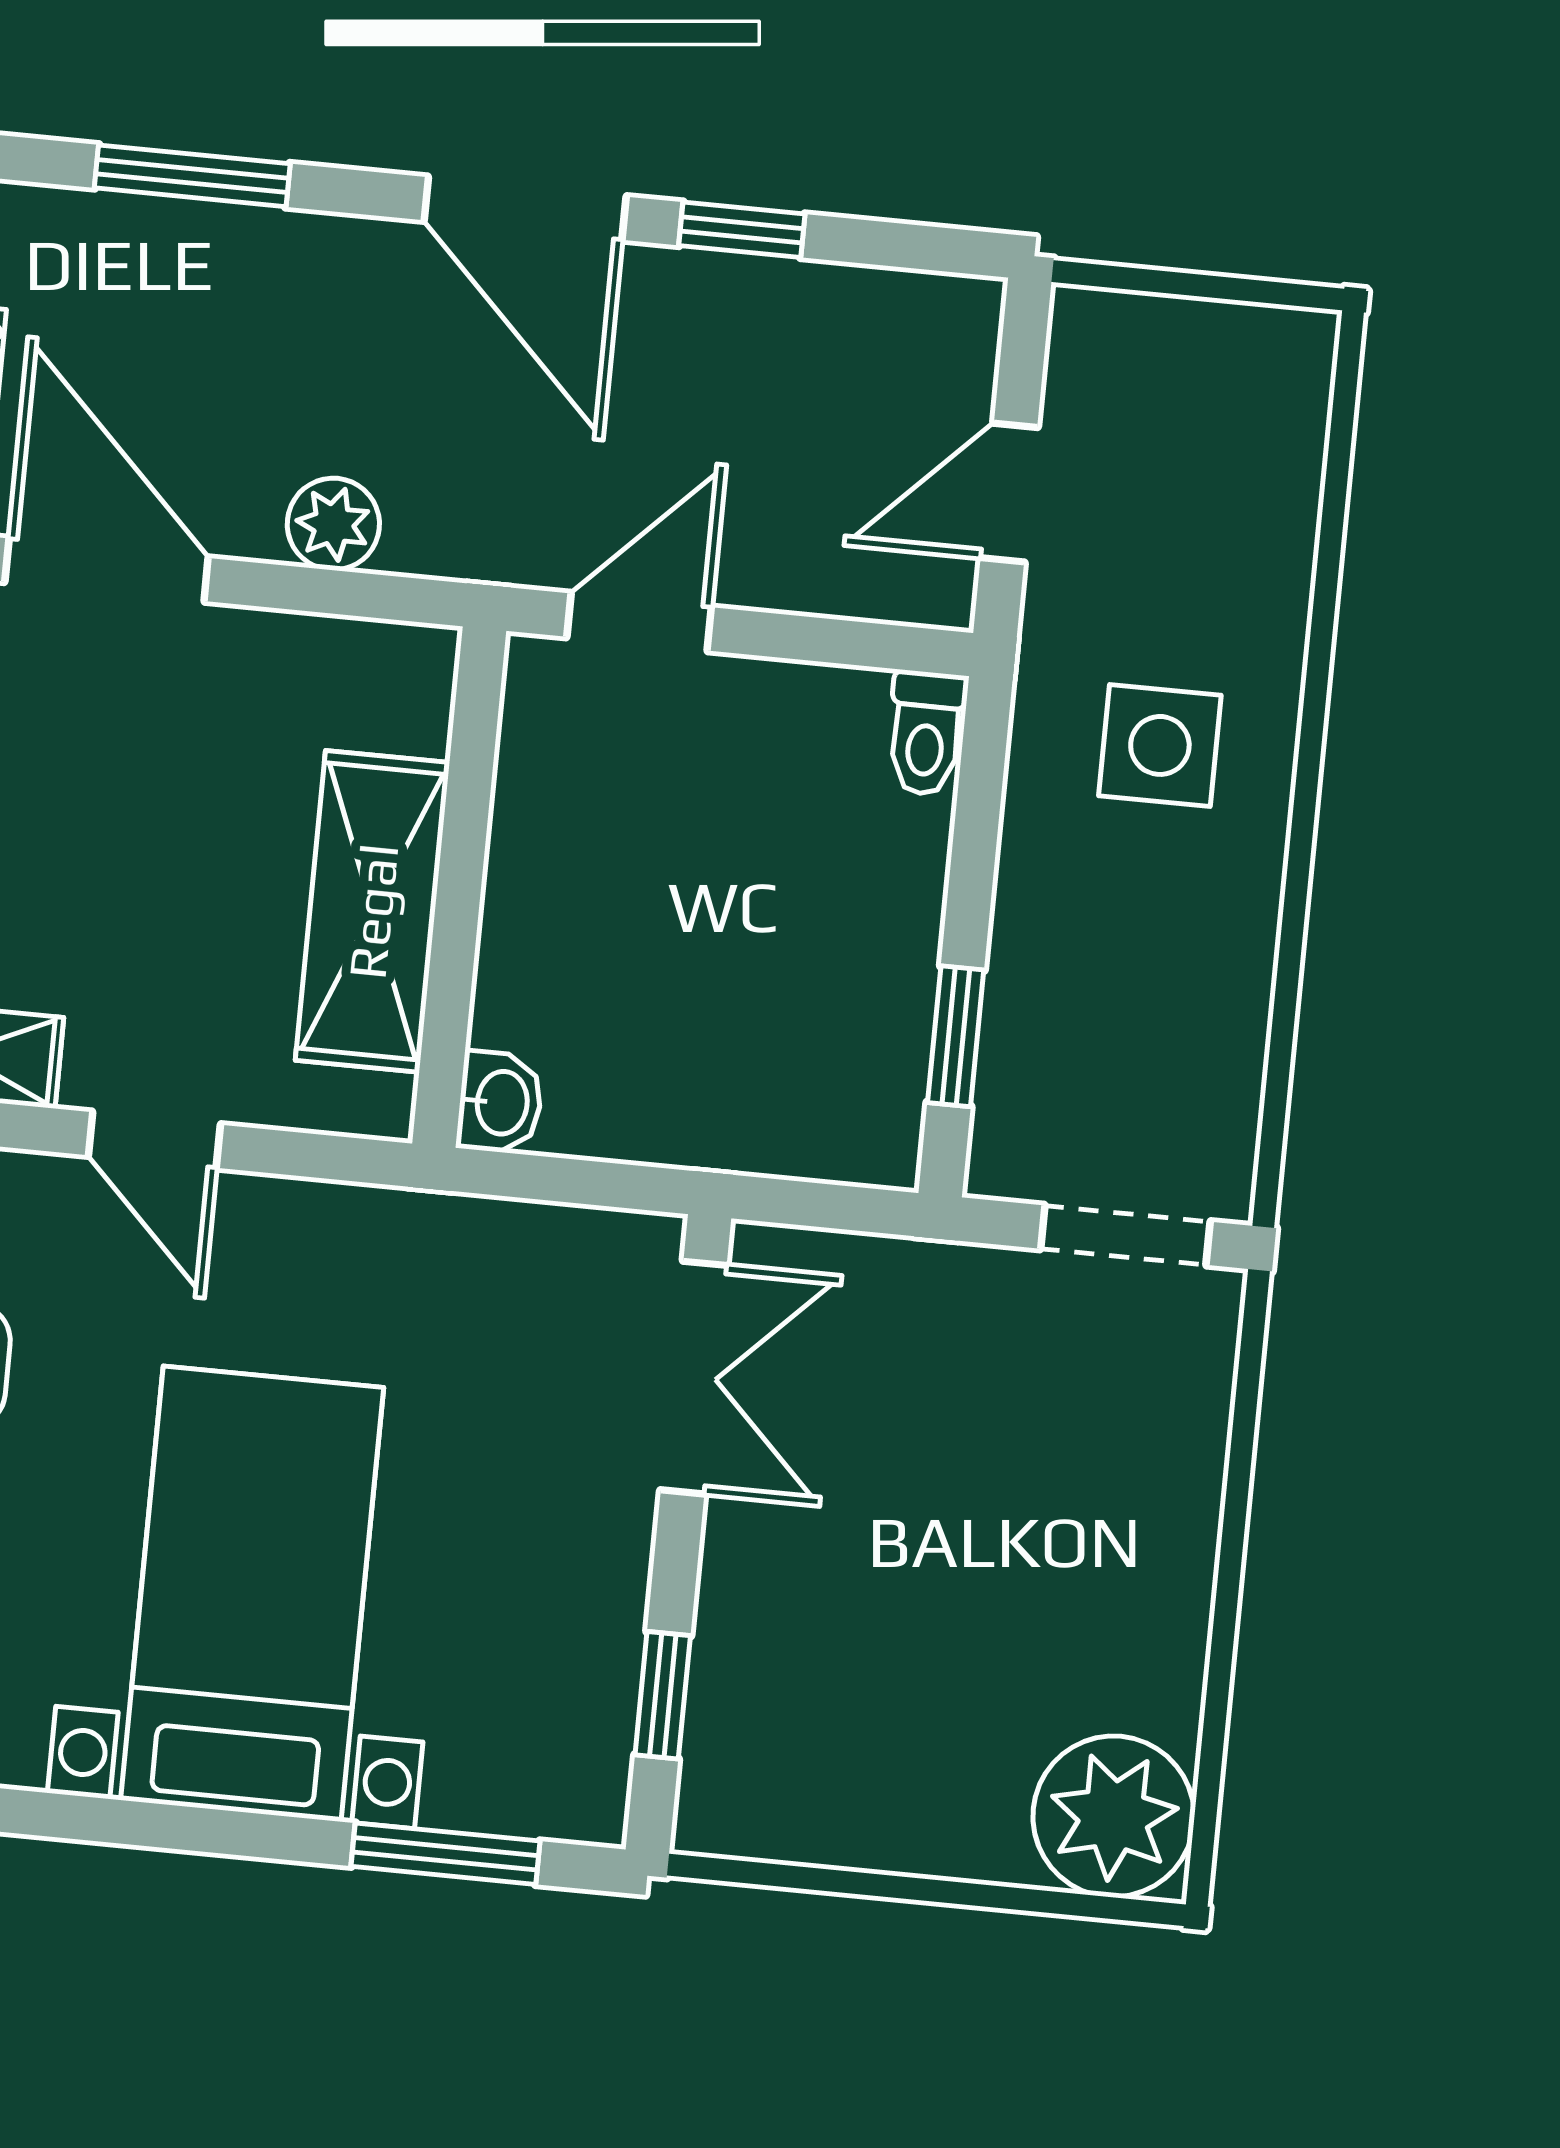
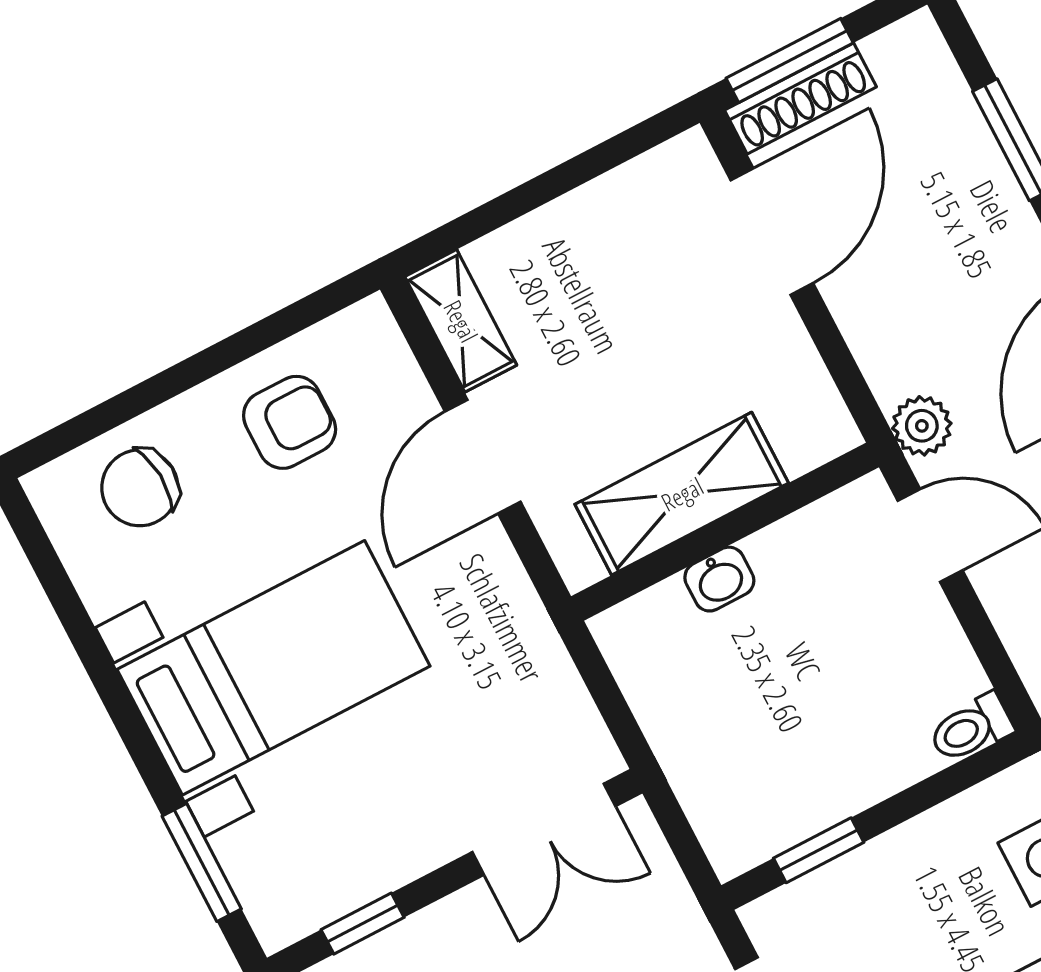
plant: (333, 524) -> (922, 426), moved
washbasin: (500, 1103) -> (719, 579), moved
door: (154, 1140) -> (483, 457), width x1.38

